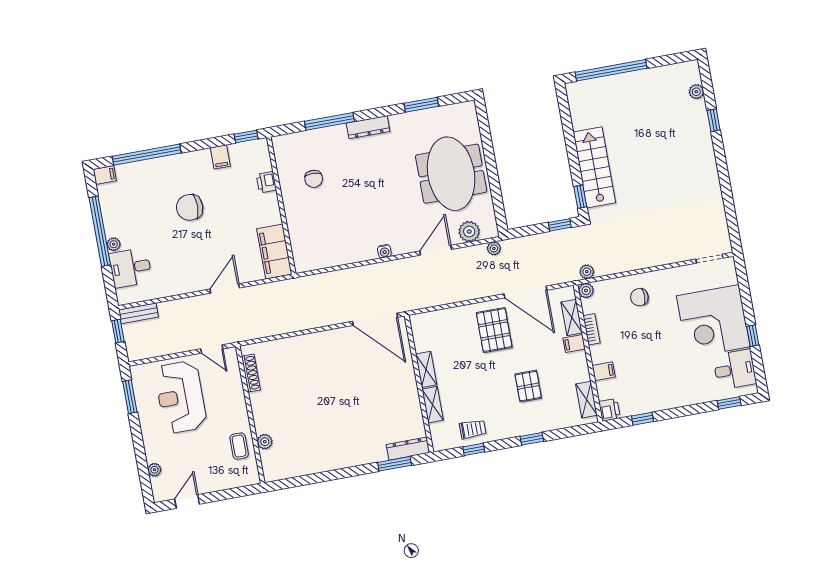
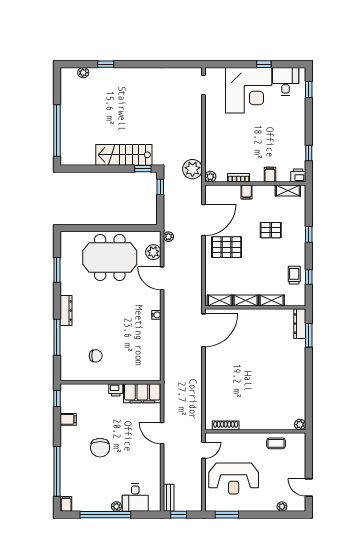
printer: (266, 182) -> (116, 390), moved
plant: (587, 272) -> (192, 169), width x1.87, depth x1.87
chair: (639, 297) -> (222, 140), removed
shelving: (572, 317) -> (220, 300), moved
plant: (265, 442) -> (300, 425), moved

